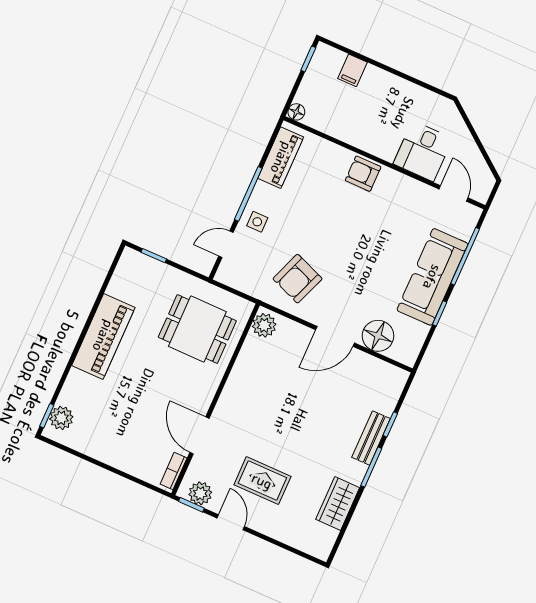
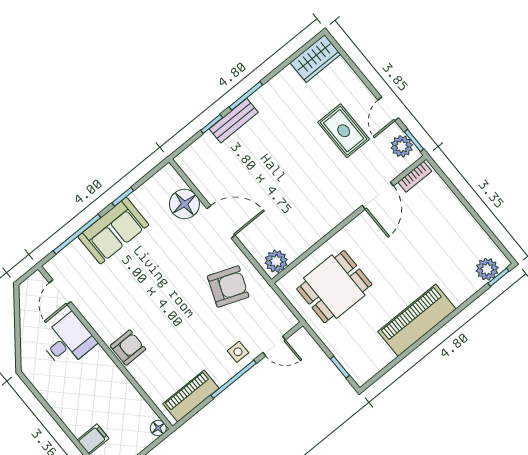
armchair: (363, 174) -> (128, 347), turned -90
sofa: (432, 277) -> (113, 231), width x0.73
dining table: (197, 329) -> (334, 287), turned 90
wardrobe: (338, 504) -> (315, 58), moved

